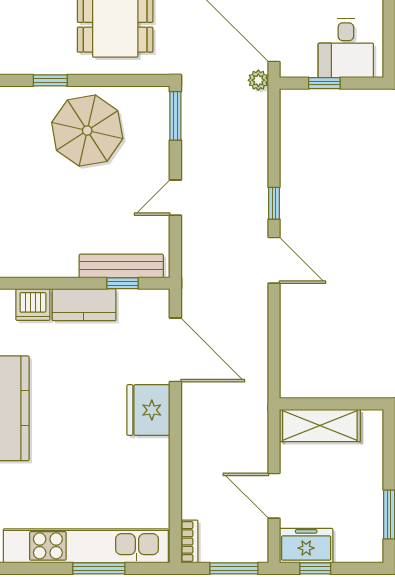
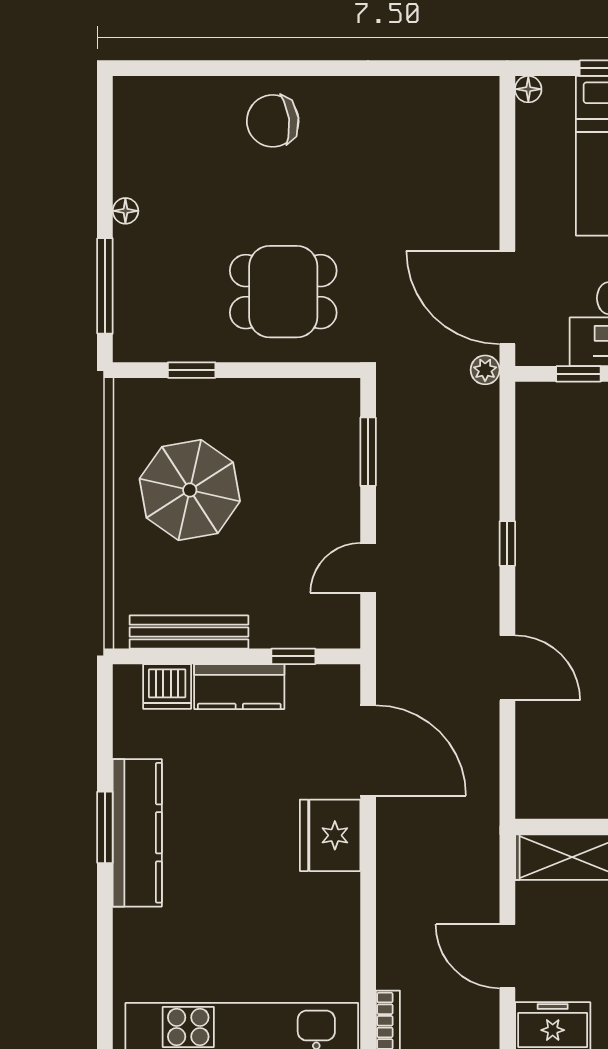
window: (175, 116) -> (368, 452), moved
parasol: (87, 131) -> (190, 490), moved
door: (175, 198) -> (368, 568), moved
door: (274, 260) -> (507, 668), moved
bench: (121, 266) -> (189, 632), moved

